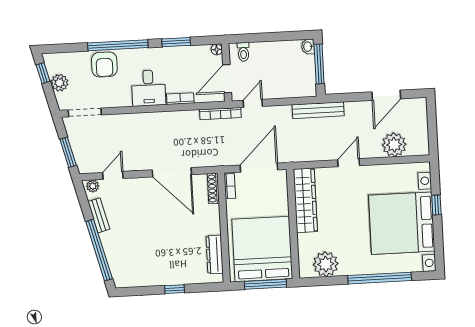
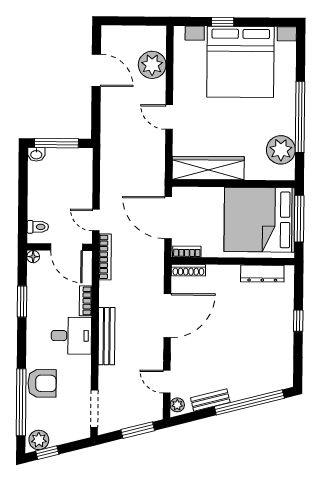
window: (118, 45) -> (21, 402), moved
plant: (59, 83) -> (39, 440), moved
bench: (318, 110) -> (107, 336), moved
window: (380, 278) -> (300, 117), moved

